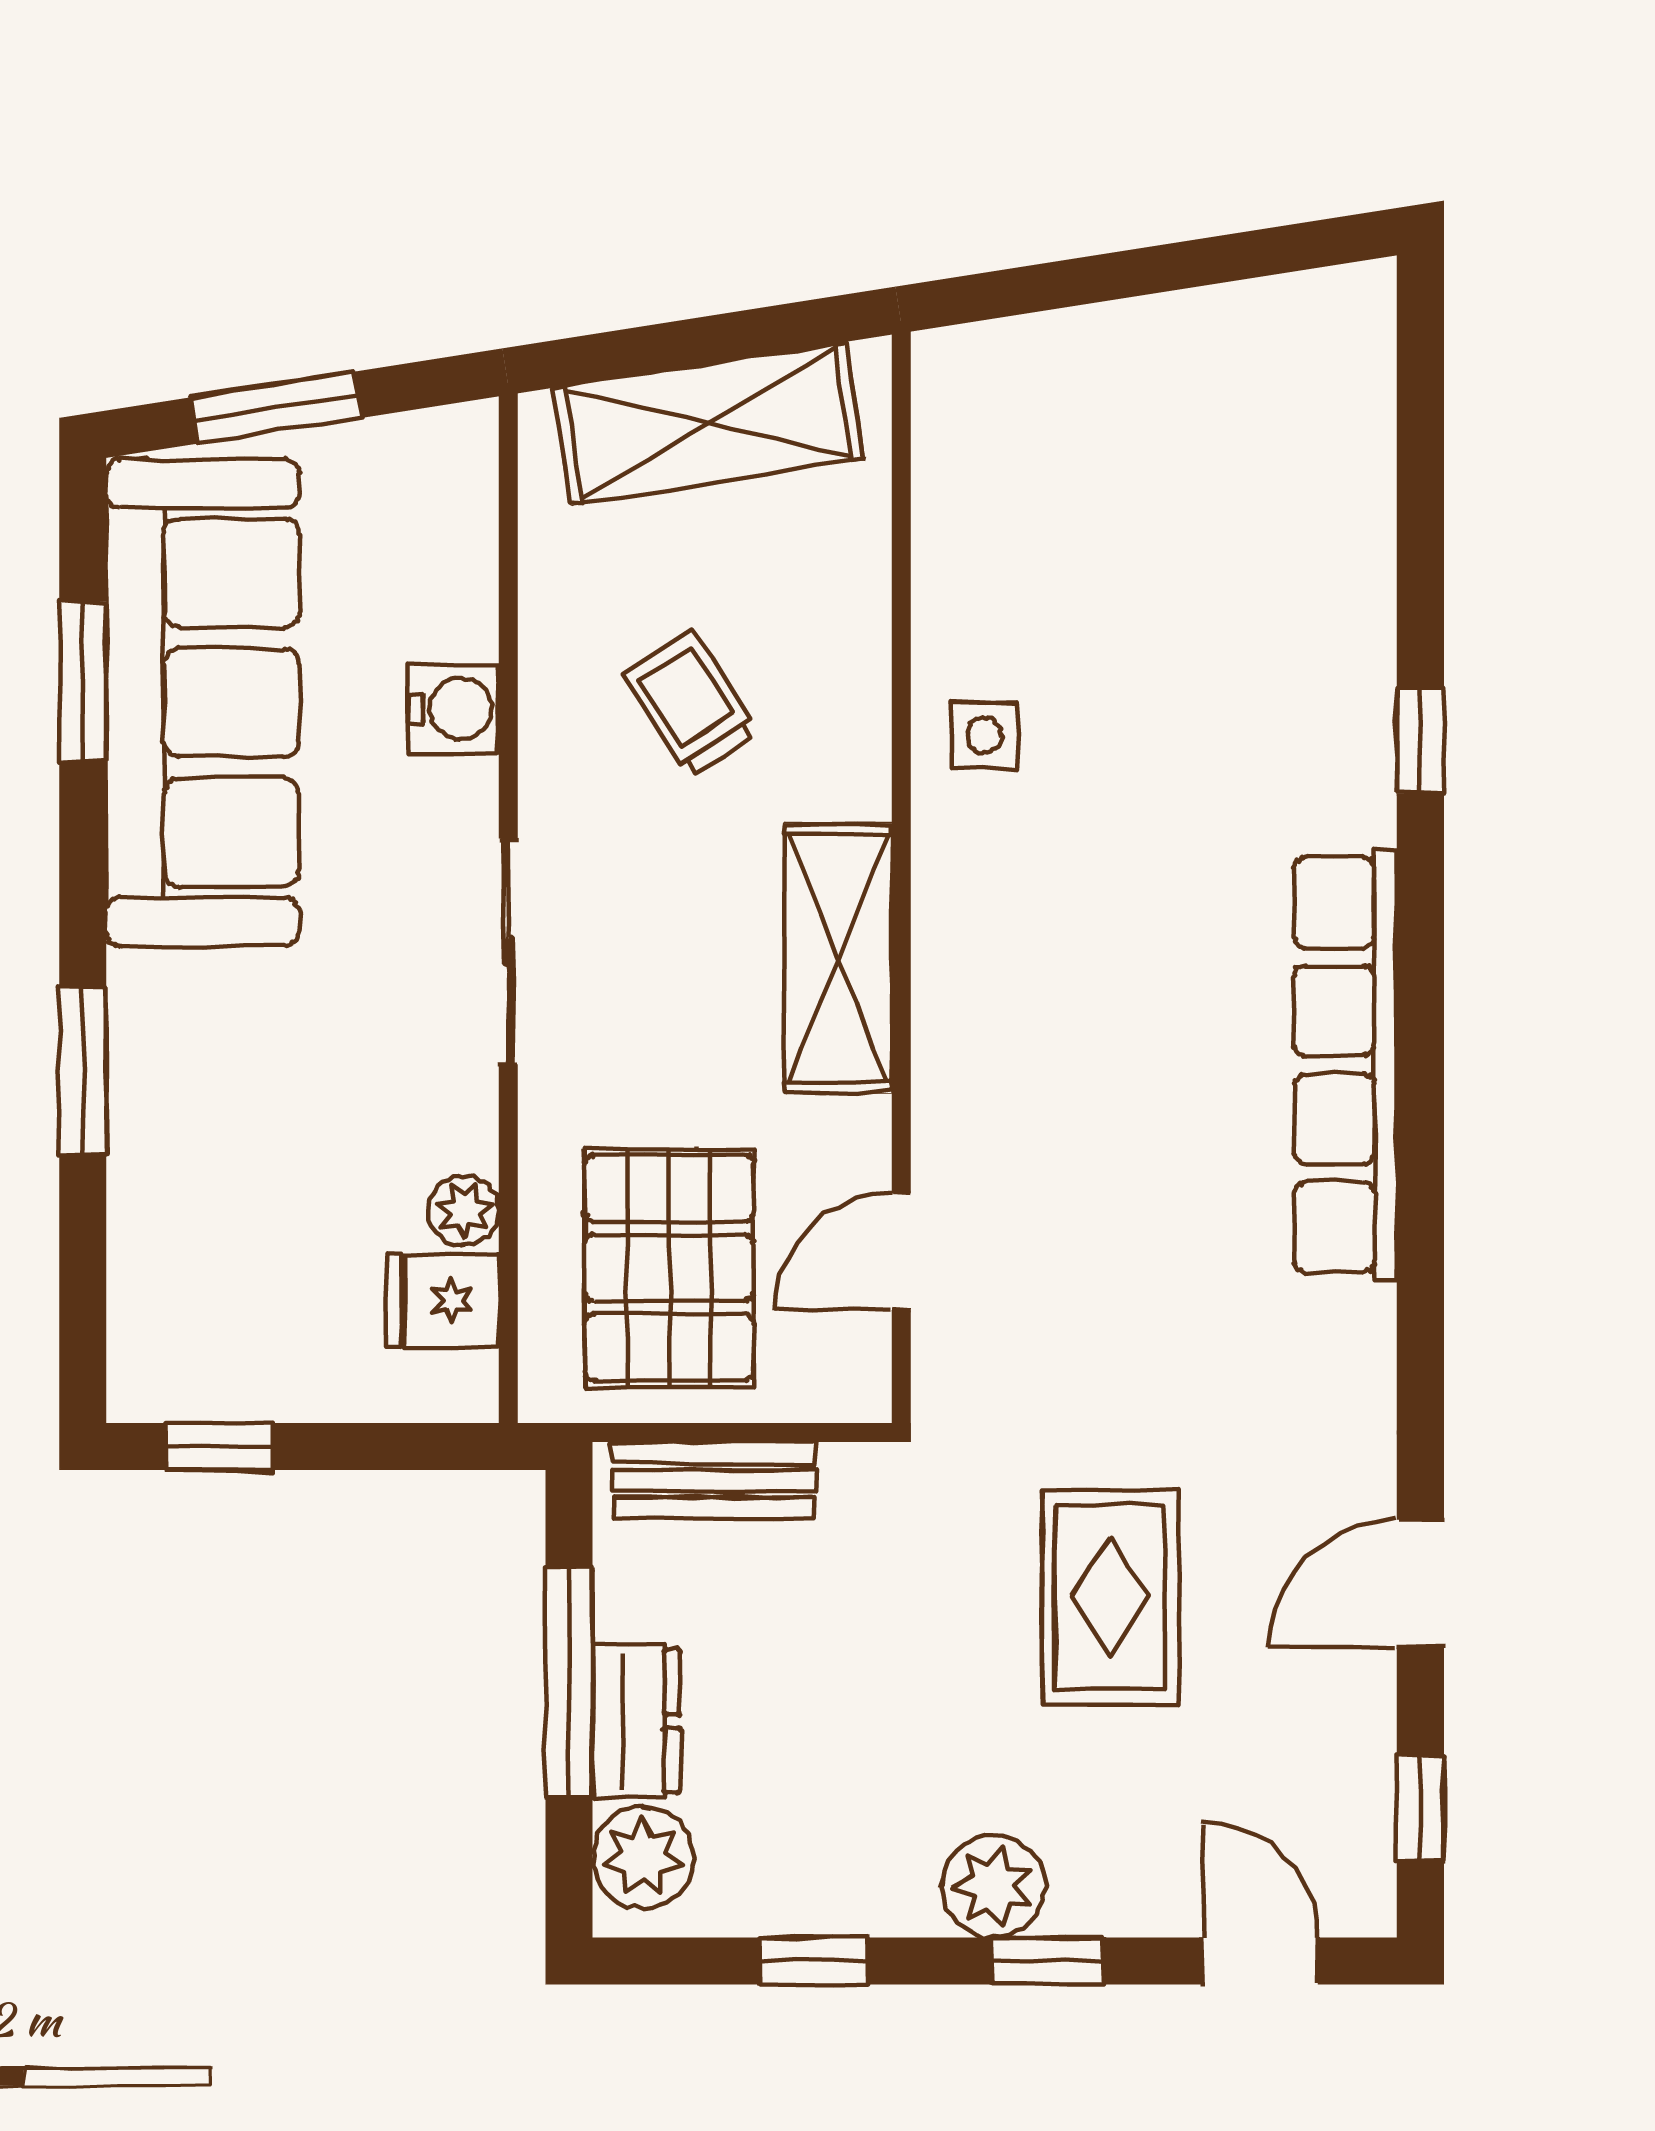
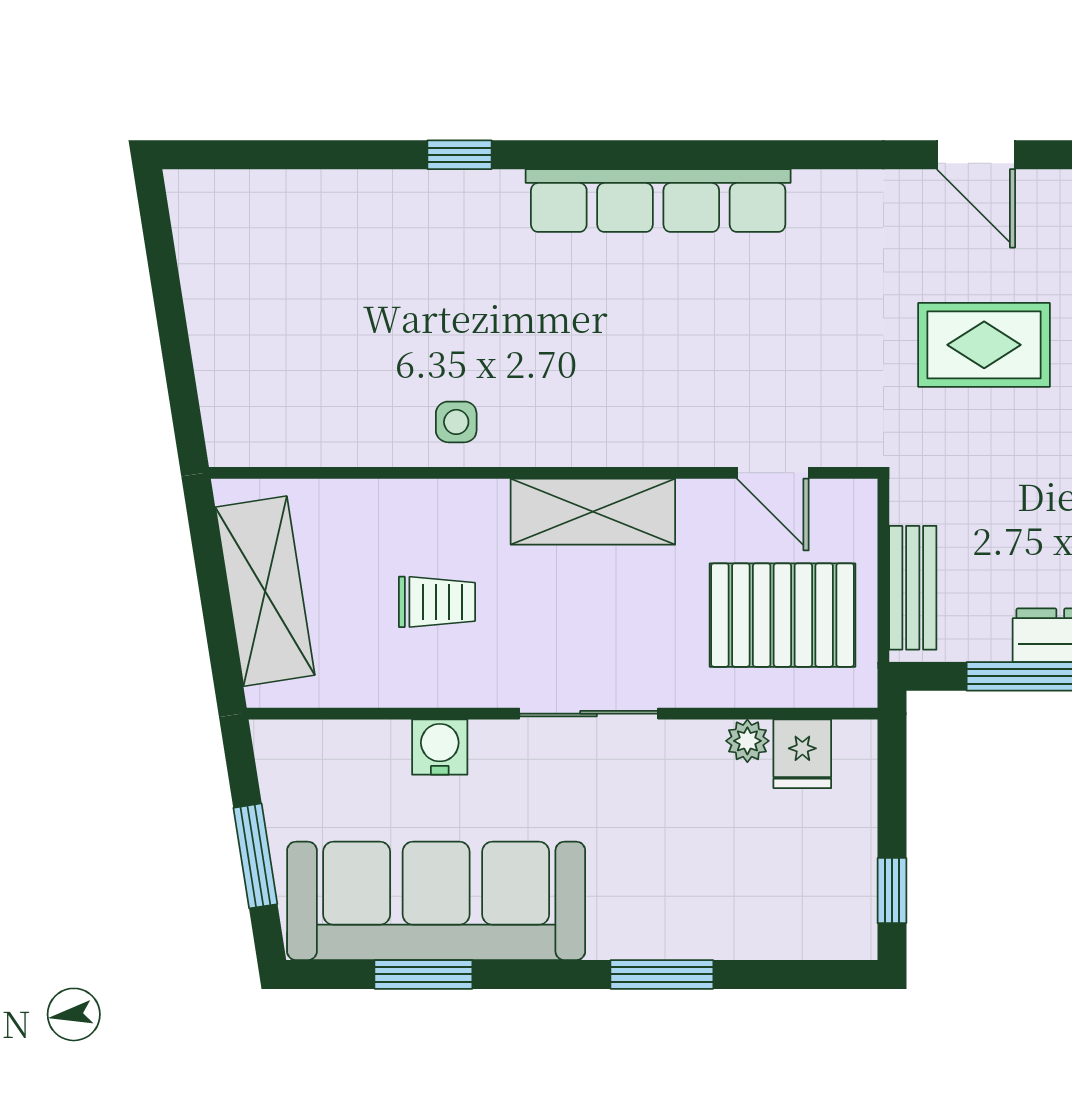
trolley: (691, 704) -> (437, 602), turned -147

